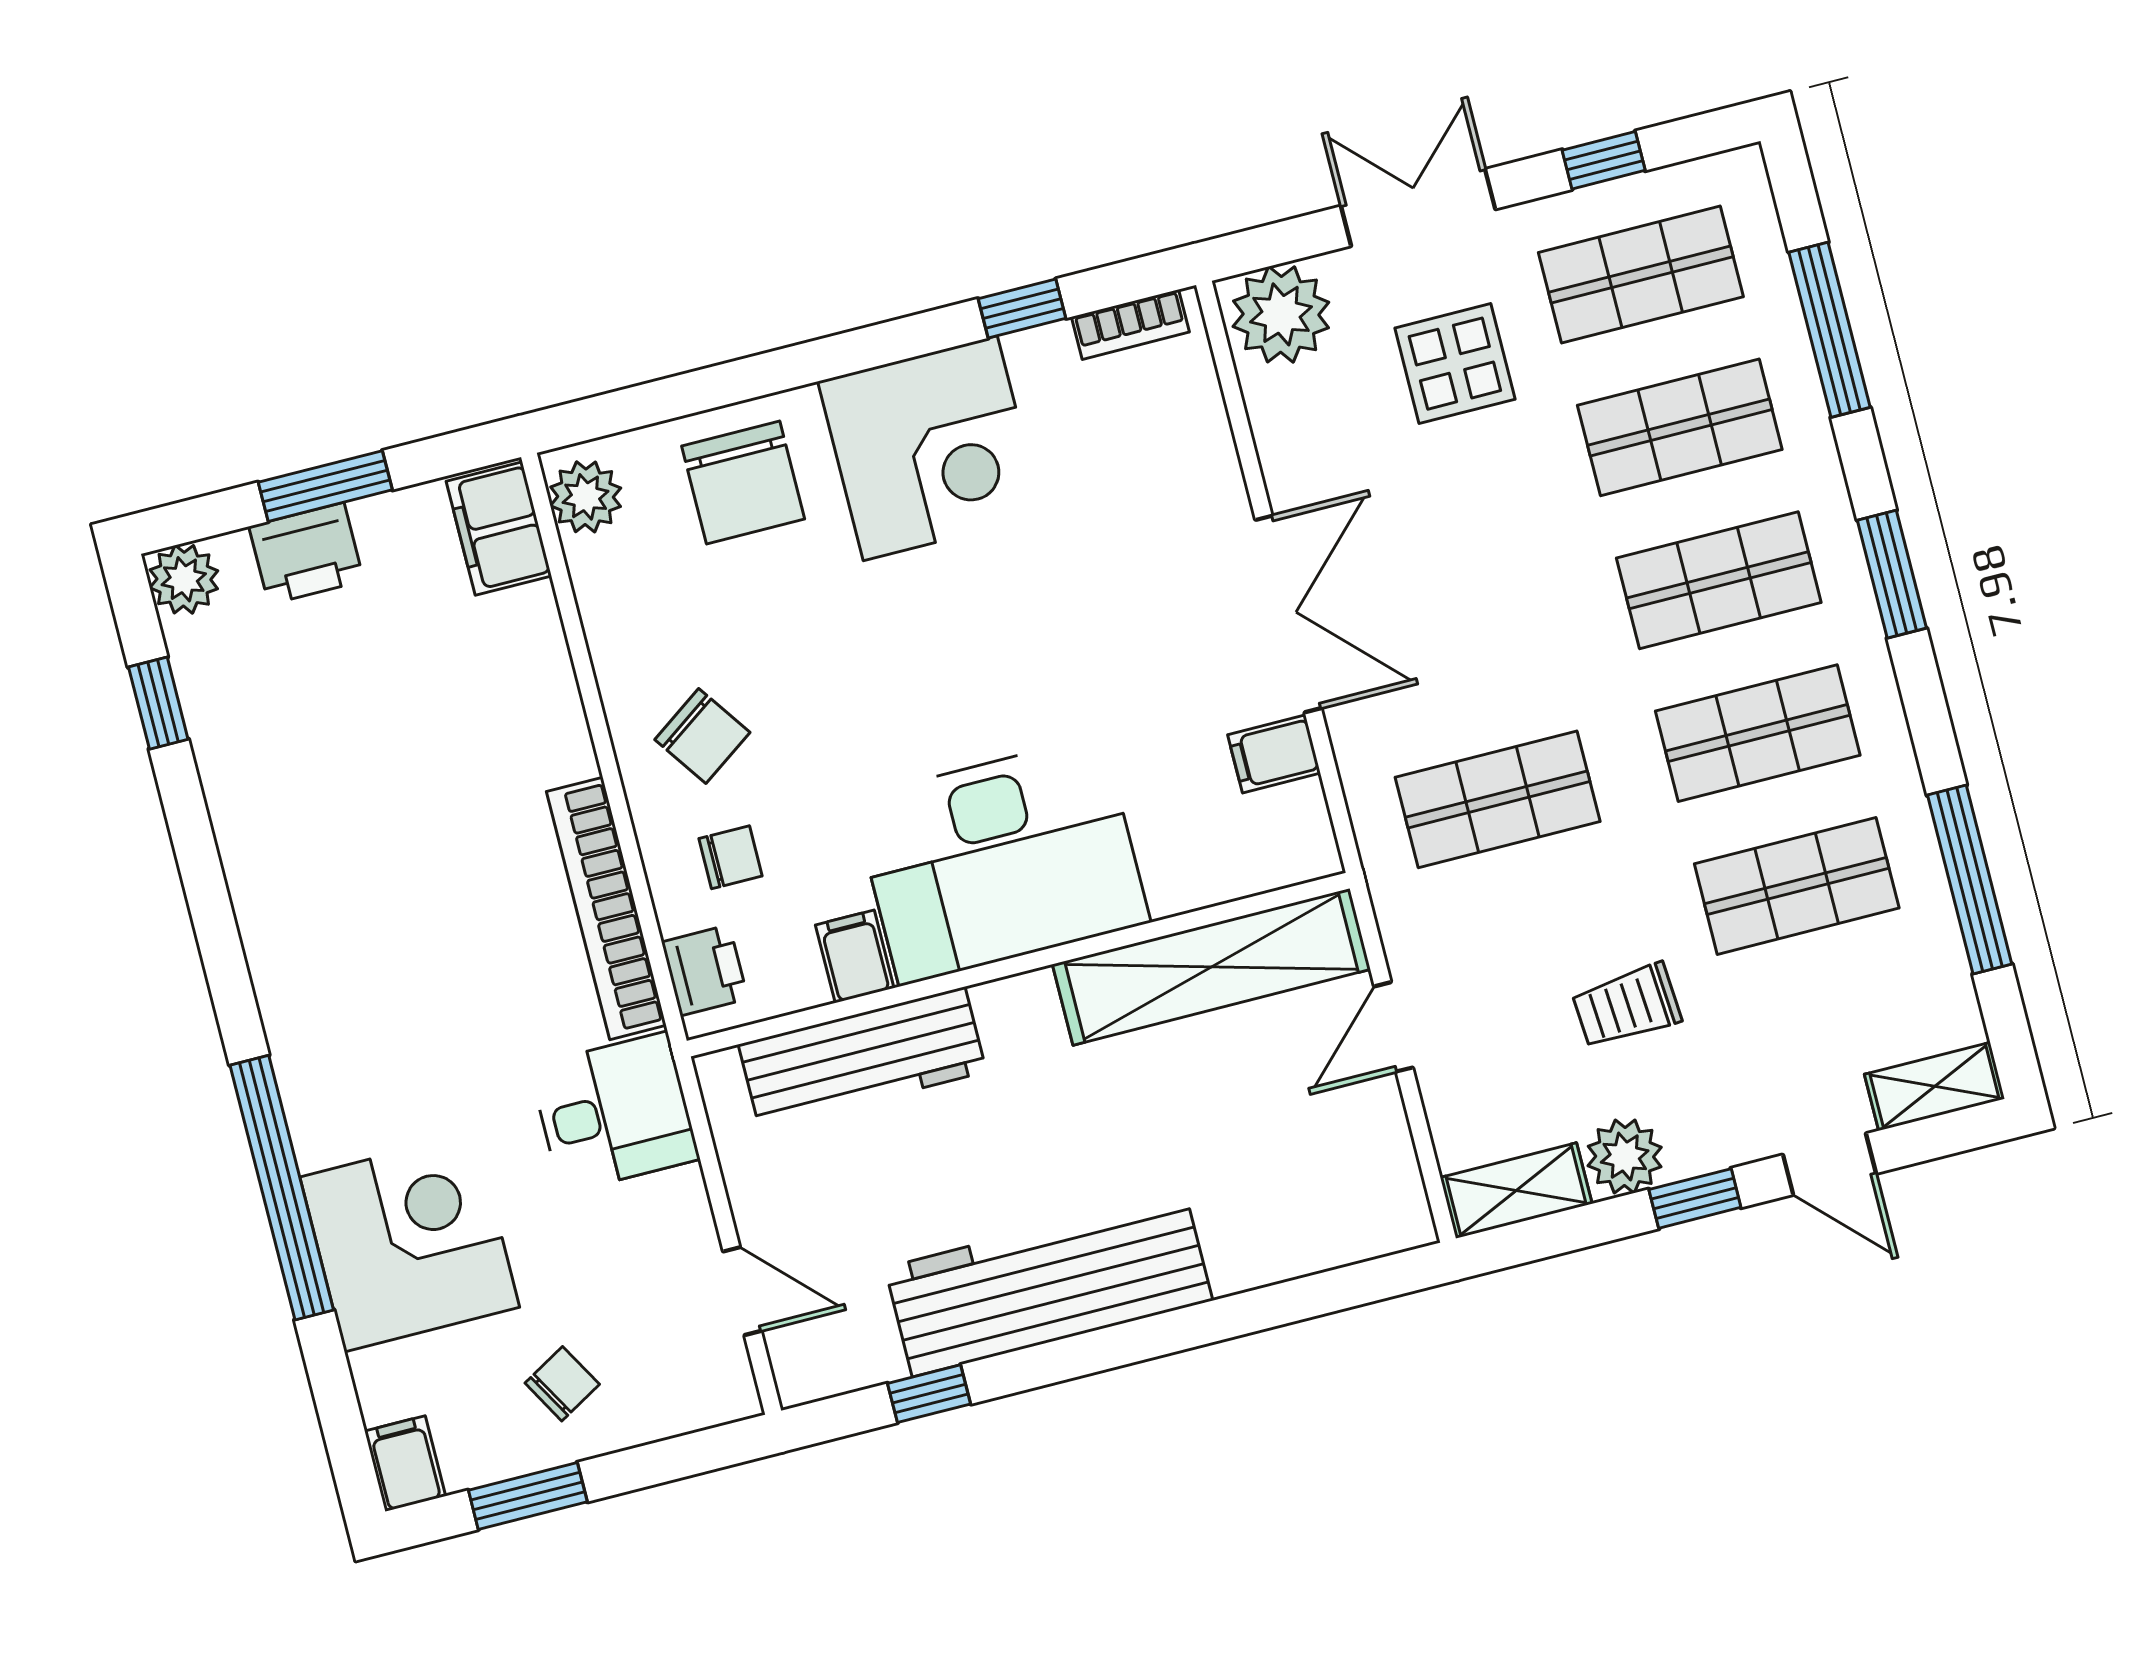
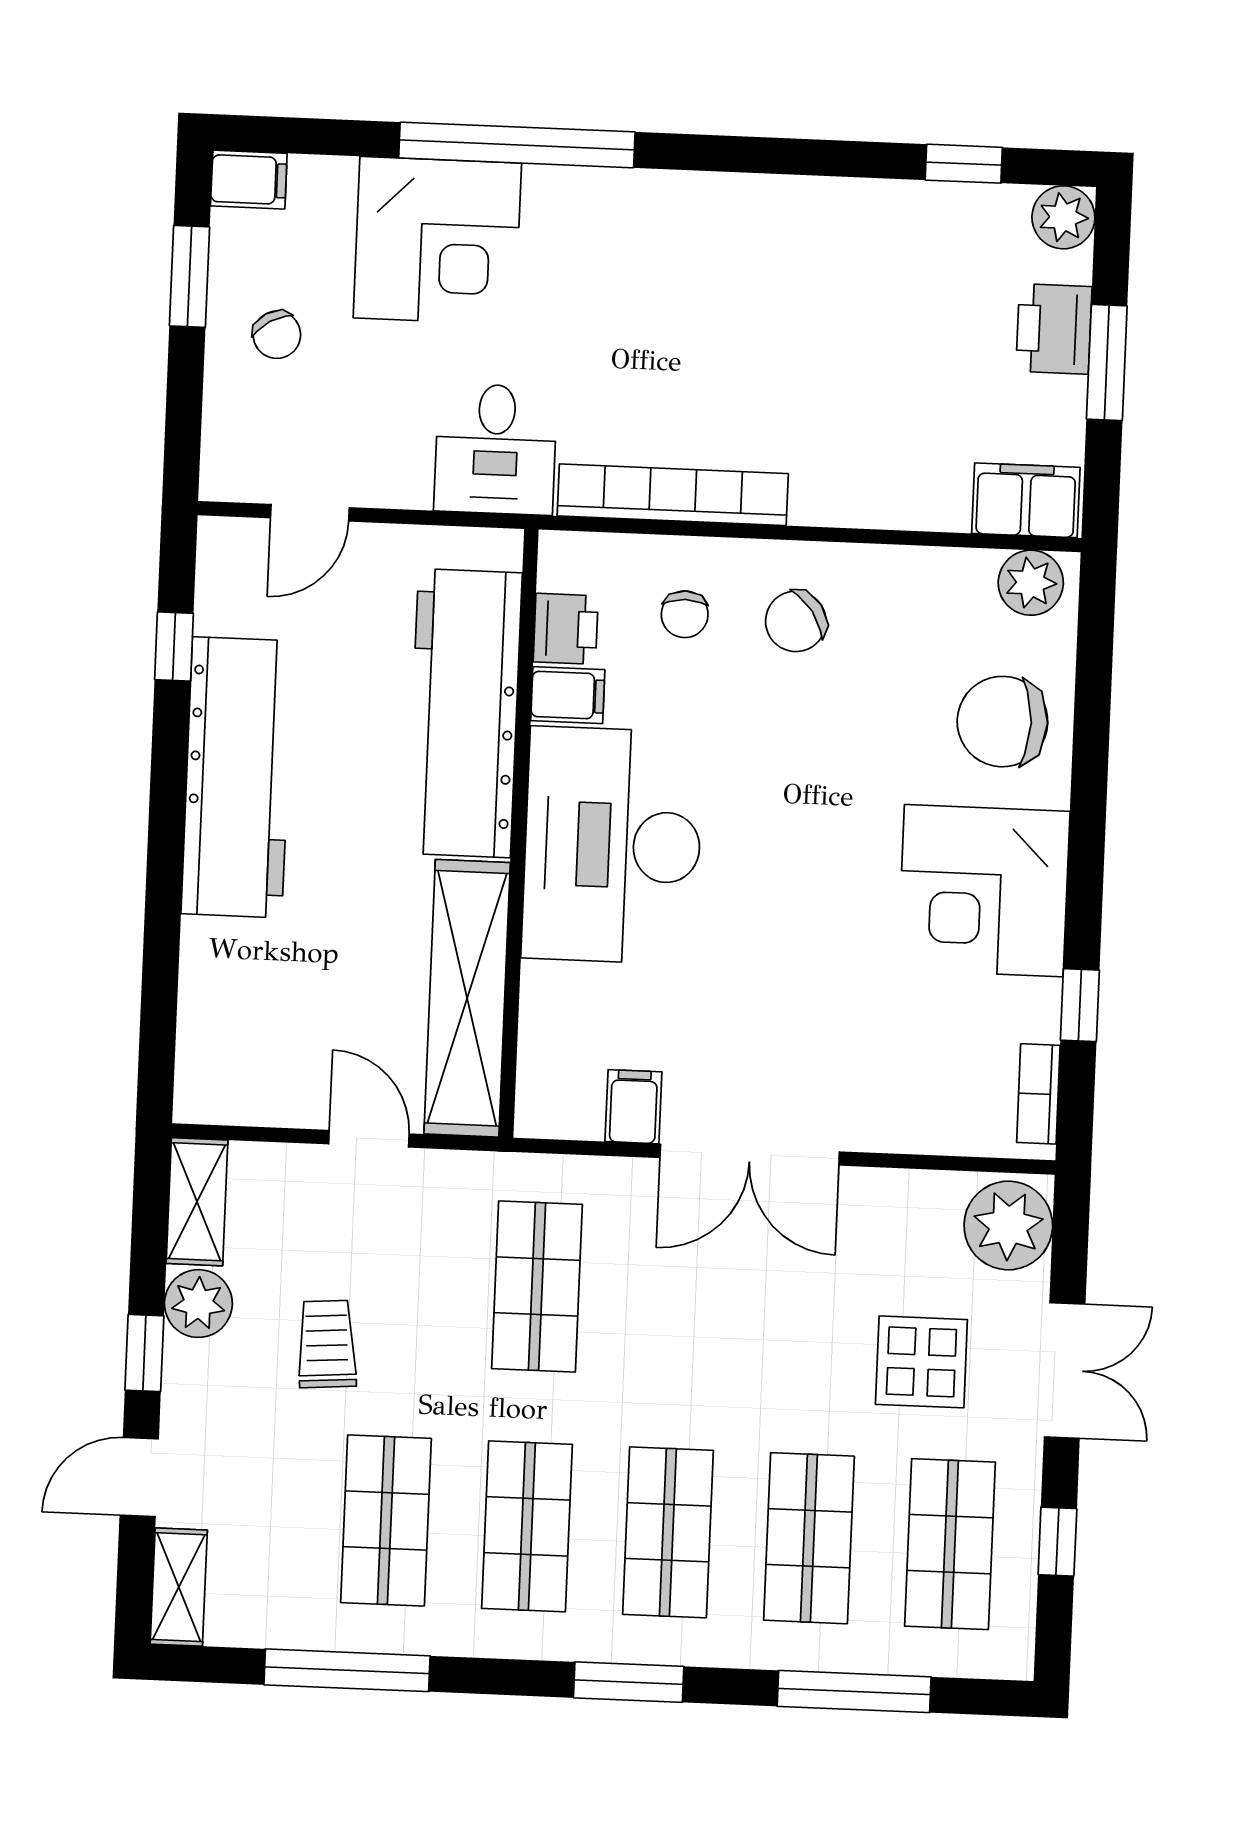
printer: (705, 970) -> (566, 629), moved, turned -90
workbench: (862, 1058) -> (465, 713), width x1.36, depth x1.32

